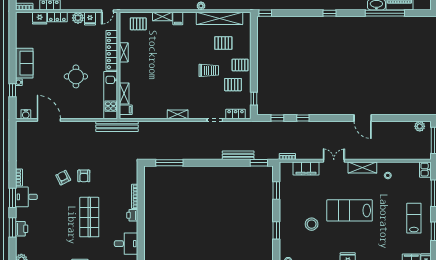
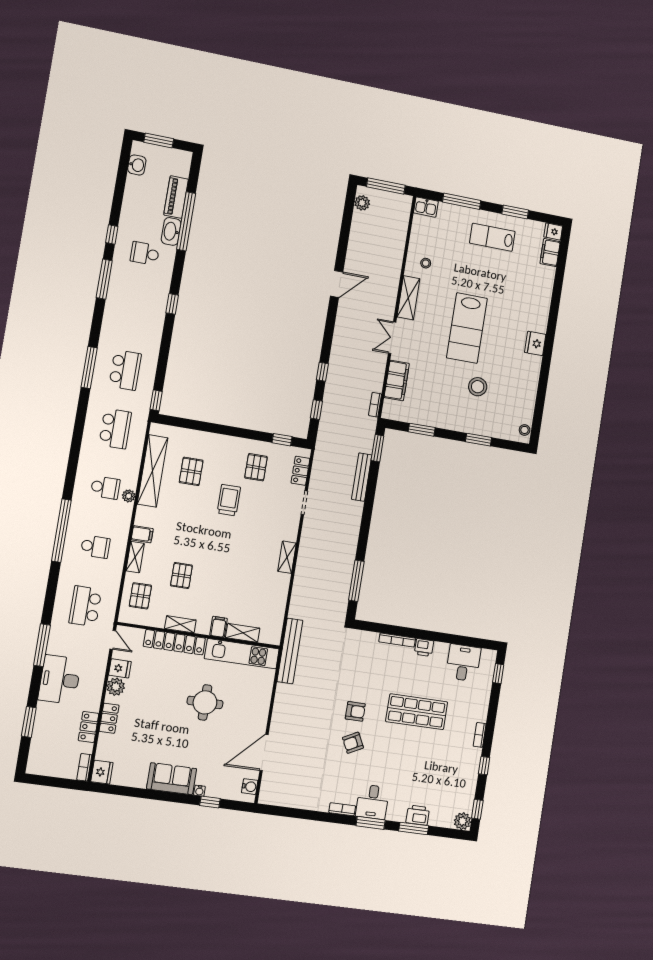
fridge: (40, 18) -> (102, 772), moved
pallet: (240, 65) -> (181, 575), moved
filing cabinet: (126, 110) -> (219, 627), moved

